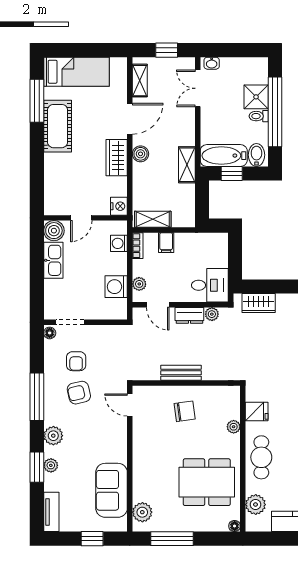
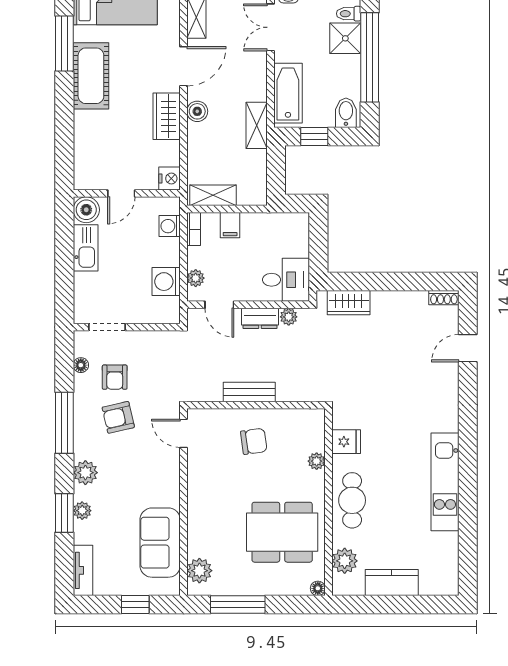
toilet: (259, 116) -> (349, 14), moved
bathtub: (224, 156) -> (288, 93), moved, turned 90
floor lamp: (50, 333) -> (81, 365), moved

